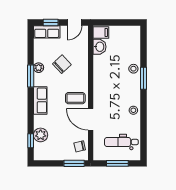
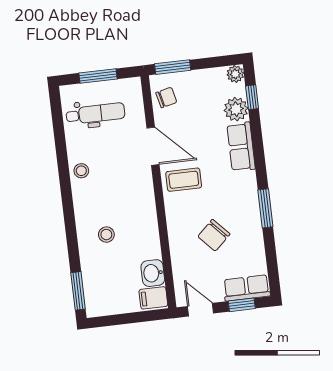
door: (75, 22) -> (201, 310), hinge flipped
plant: (39, 68) -> (235, 74), moved
stool: (133, 69) -> (106, 235), moved
window: (143, 78) -> (78, 291), moved
row of seats: (40, 100) -> (241, 147), moved

